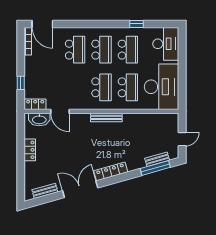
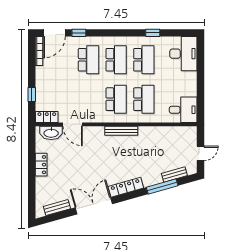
door: (42, 24) -> (54, 33), hinge flipped
window: (66, 24) -> (79, 33), added
desk: (162, 87) -> (183, 110), width x0.53, depth x0.77
window: (155, 168) -> (162, 186), moved

